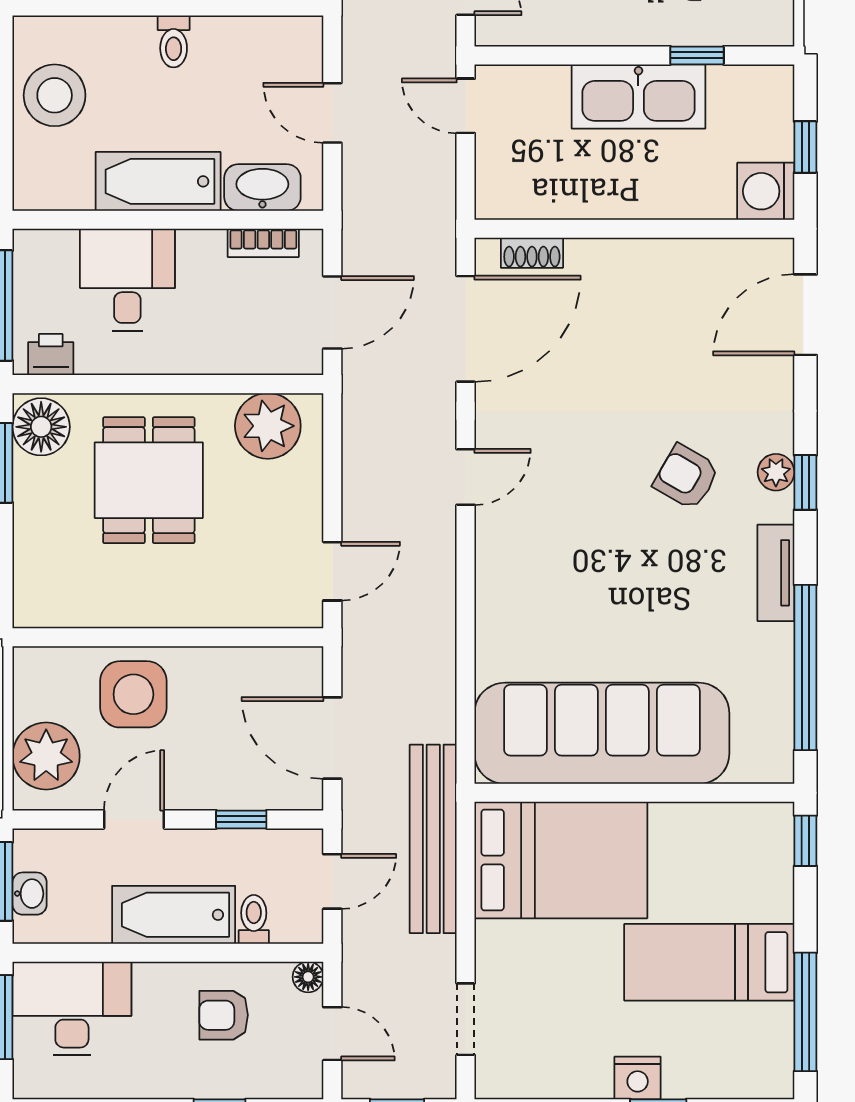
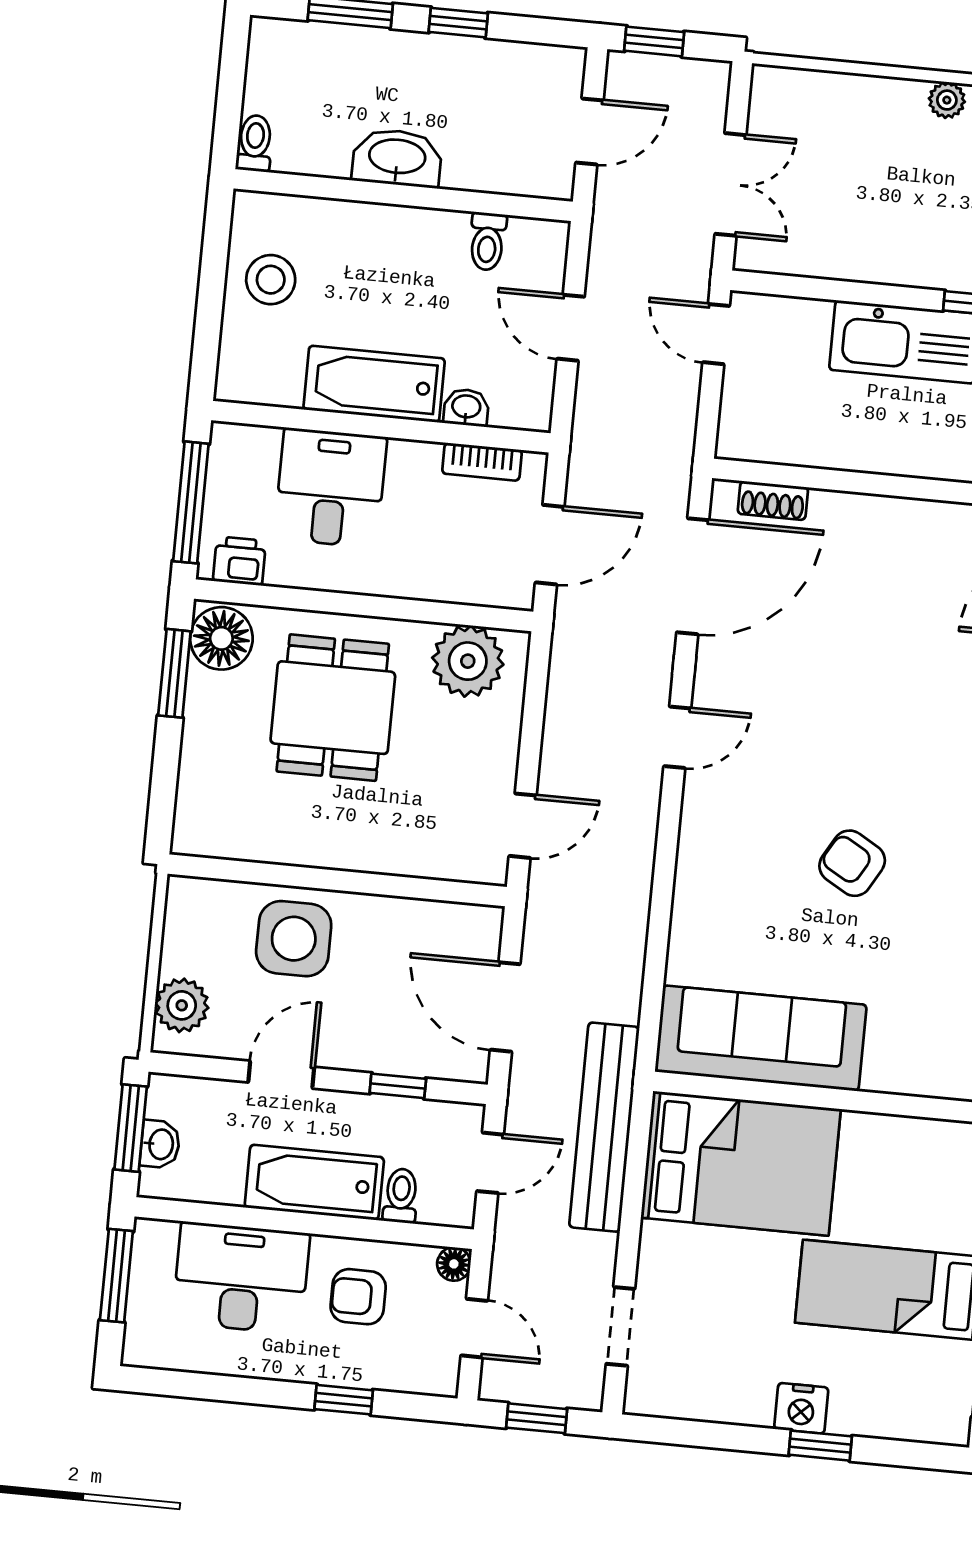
toilet: (174, 41) -> (487, 241), moved
stool: (55, 95) -> (271, 280), width x0.73, depth x0.73
washbasin: (262, 188) -> (466, 407), width x0.52, depth x0.69
armchair: (686, 477) -> (852, 863), moved
sofa: (602, 733) -> (761, 1038), width x0.74, depth x0.79
plant: (46, 756) -> (182, 1005), width x0.73, depth x0.73
desk: (72, 1008) -> (241, 1278), moved

